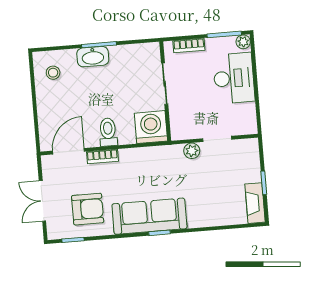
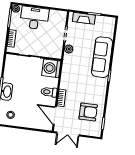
double door: (42, 201) -> (68, 134), moved
fireplace: (255, 203) -> (84, 18), moved
armchair: (88, 209) -> (88, 112), turned 90
sofa: (149, 216) -> (102, 57), moved

